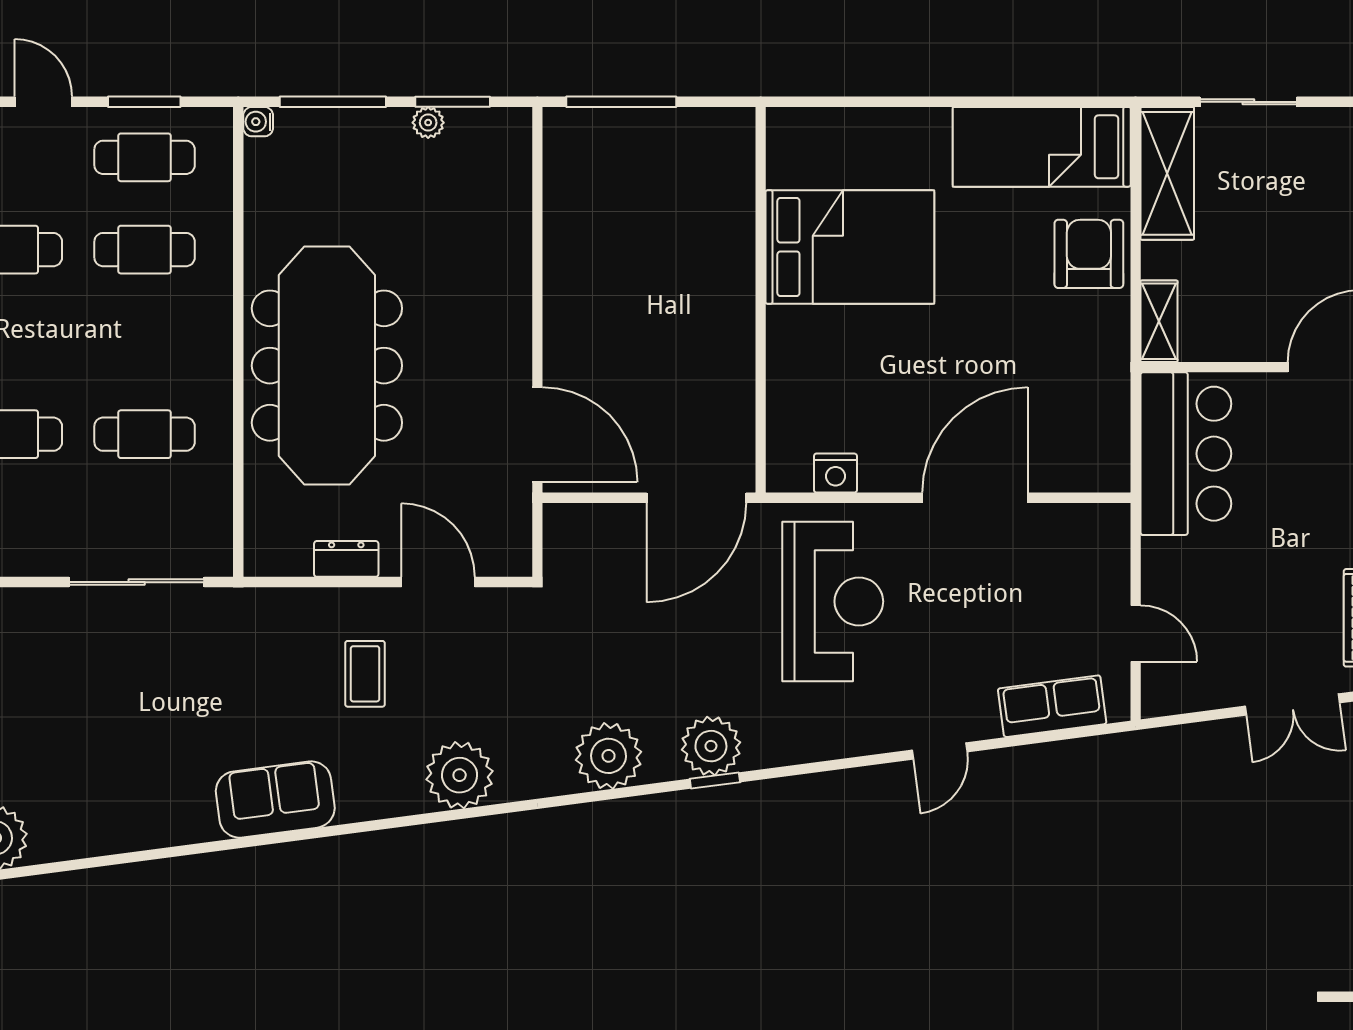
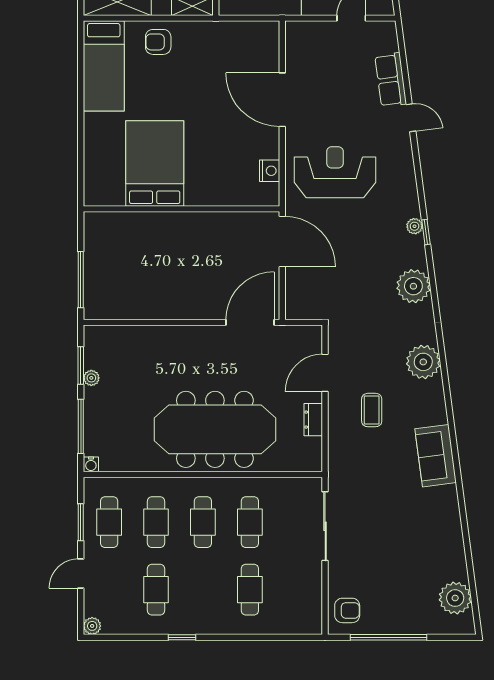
armchair: (1089, 254) -> (158, 42), width x0.72, depth x0.72
cafe table: (145, 342) -> (203, 522), added
coffee table: (365, 674) -> (372, 410), turned 90
row of seats: (1052, 706) -> (391, 80), moved
plant: (711, 746) -> (415, 226), width x0.53, depth x0.53

